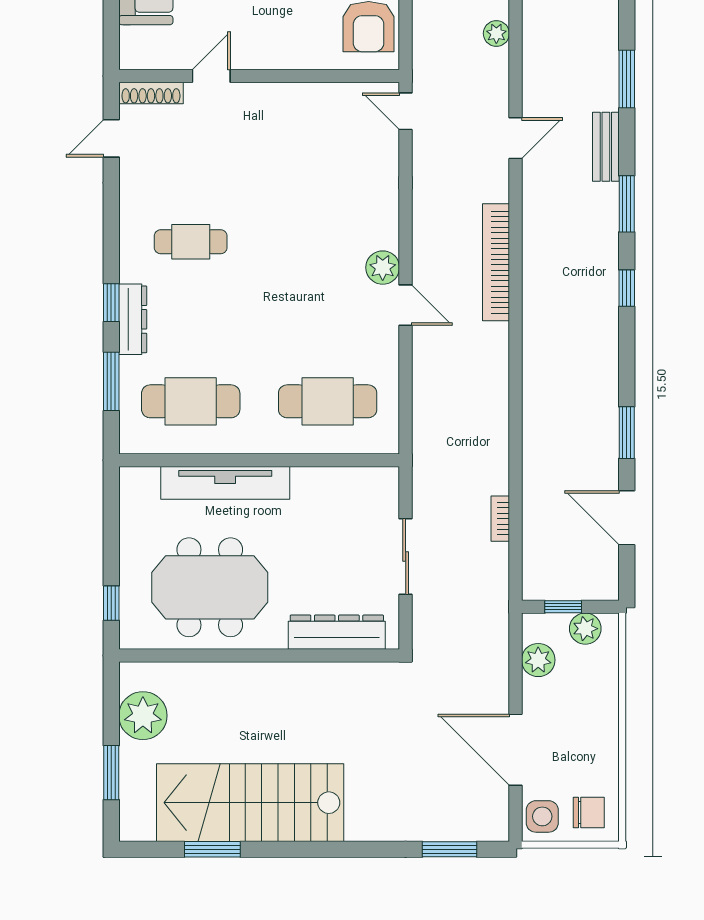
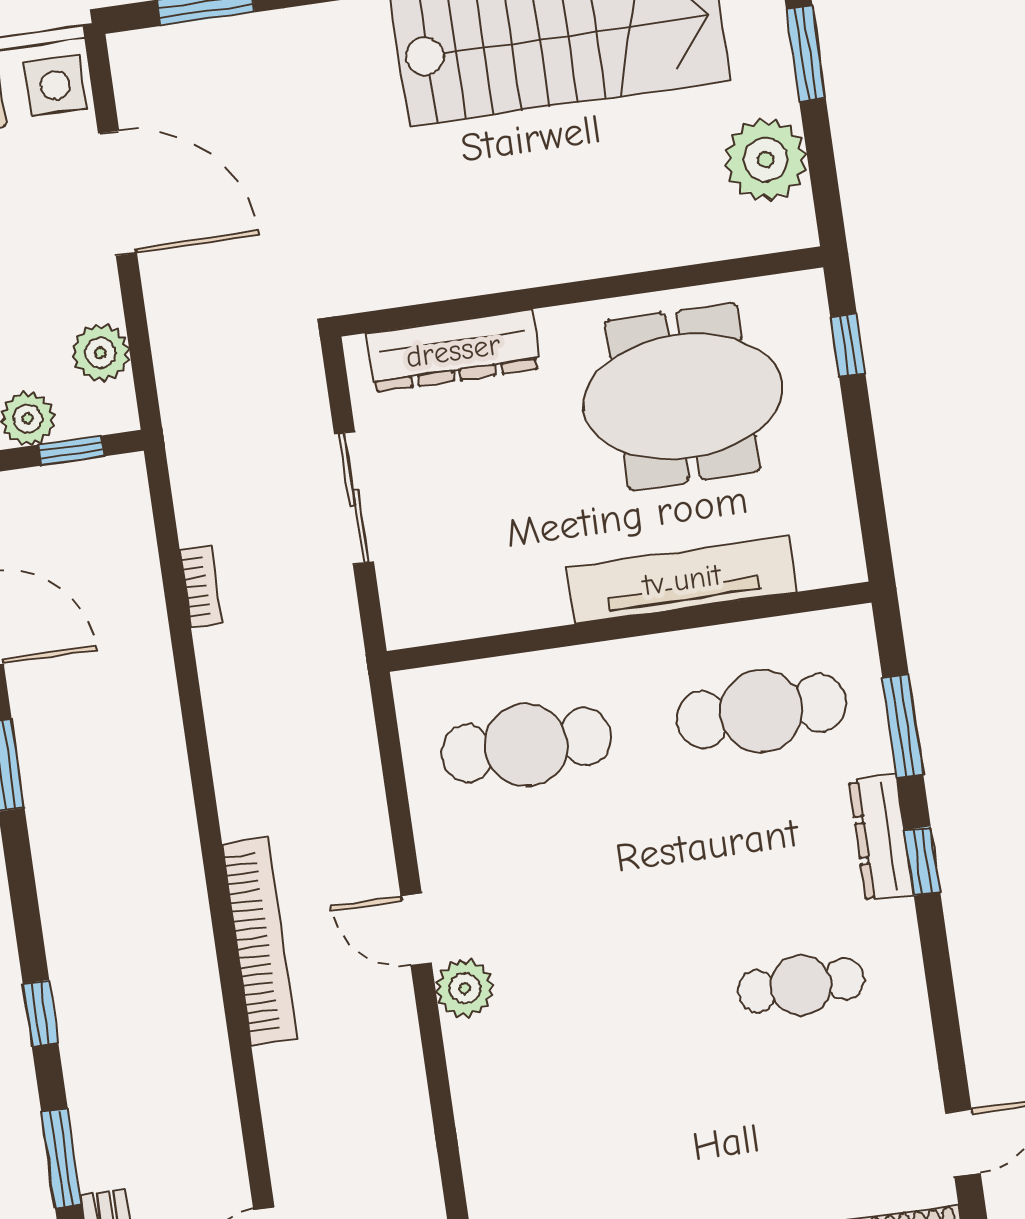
bookcase: (496, 262) -> (259, 942), moved

